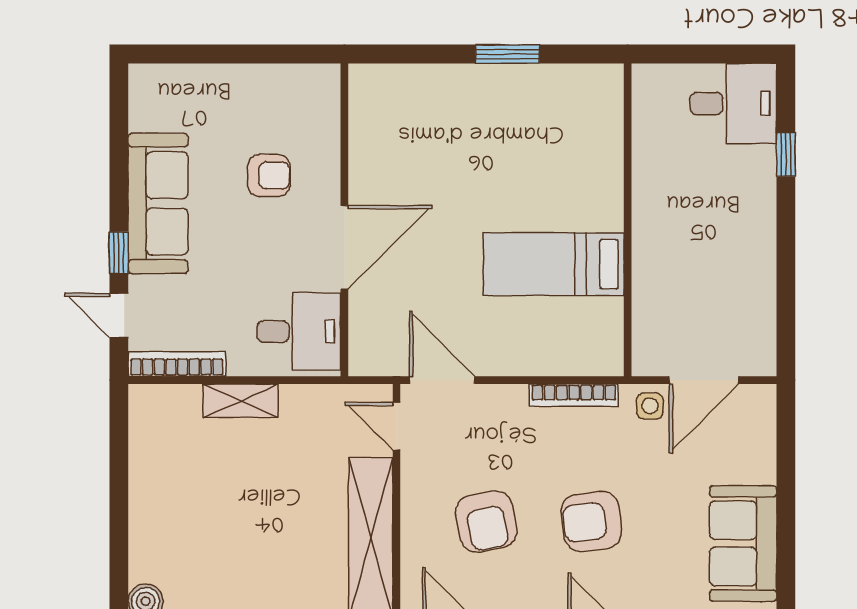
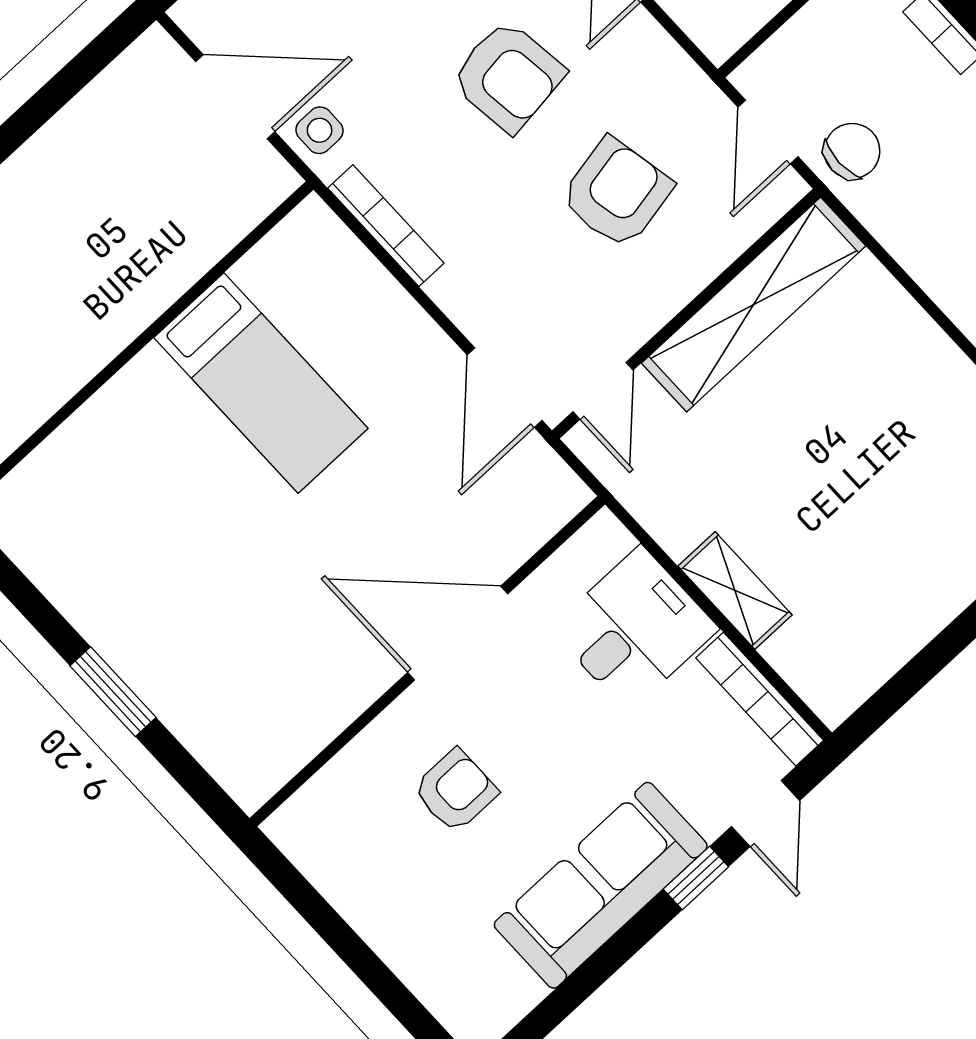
window: (507, 54) -> (113, 692), moved
armchair: (269, 175) -> (455, 791), turned 90
desk: (299, 331) -> (634, 629), moved, turned 90

